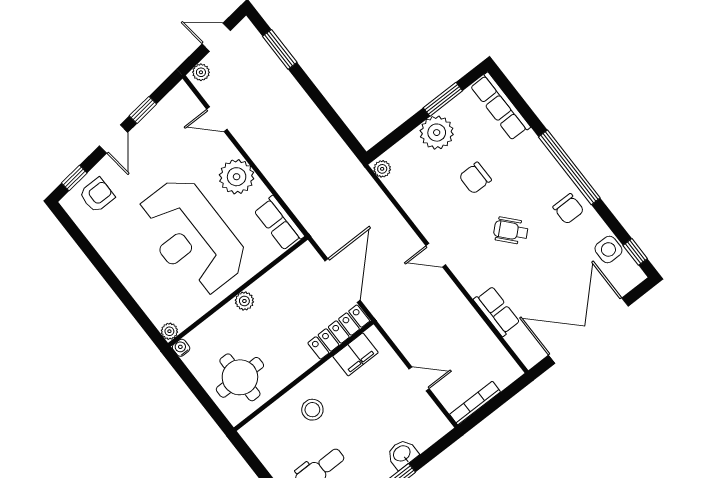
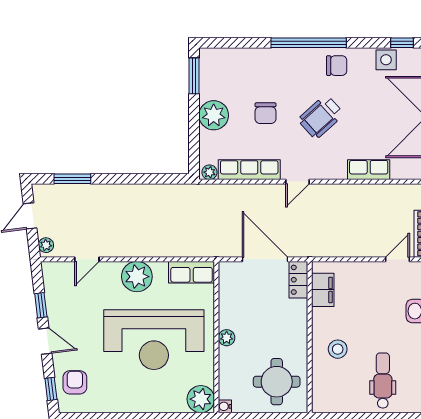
window: (443, 99) -> (194, 76), moved
row of seats: (500, 106) -> (249, 170), moved, turned 180
wheelchair: (511, 231) -> (321, 117), width x1.36, depth x1.37
plant: (169, 331) -> (201, 399), width x1.88, depth x1.88
locker: (339, 332) -> (298, 280), width x0.66
door: (419, 379) -> (398, 259), moved

